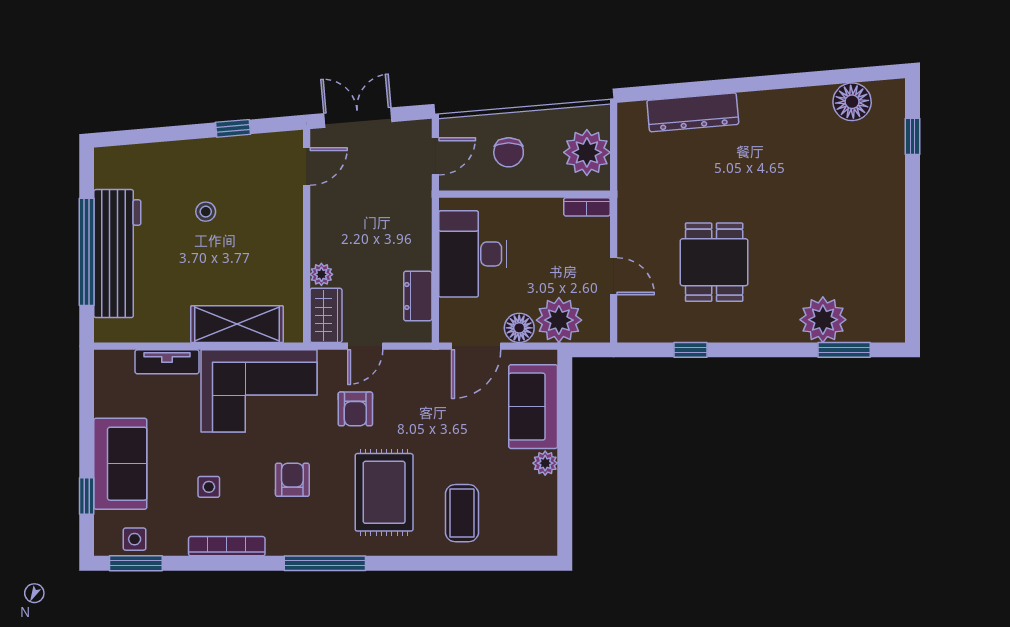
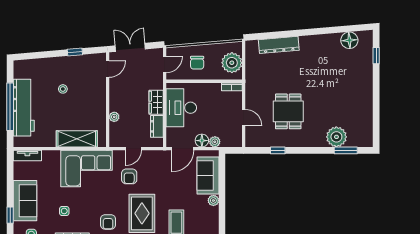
wardrobe: (326, 315) -> (156, 102), moved, turned 180
plant: (559, 320) -> (215, 142), width x0.53, depth x0.53
tv unit: (167, 362) -> (27, 156), moved
armchair: (292, 480) -> (108, 222), moved, turned 180

